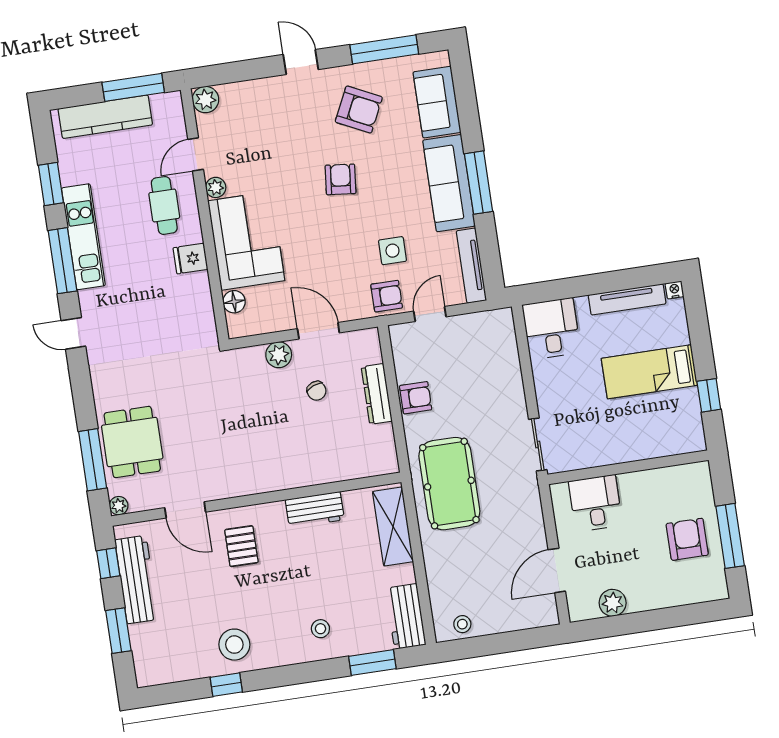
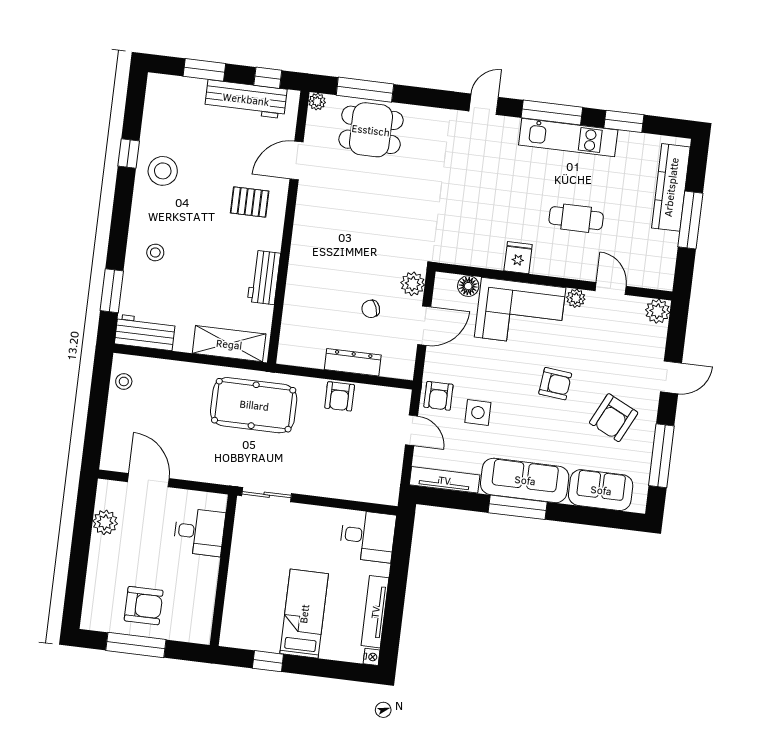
plant: (206, 100) -> (658, 311), moved
door: (196, 154) -> (611, 288), moved
plant: (216, 187) -> (576, 298), moved
wall: (205, 215) -> (554, 282), moved
corner sofa: (246, 241) -> (520, 312), moved
fridge: (190, 259) -> (518, 258), moved
floor lamp: (234, 302) -> (468, 286), moved

